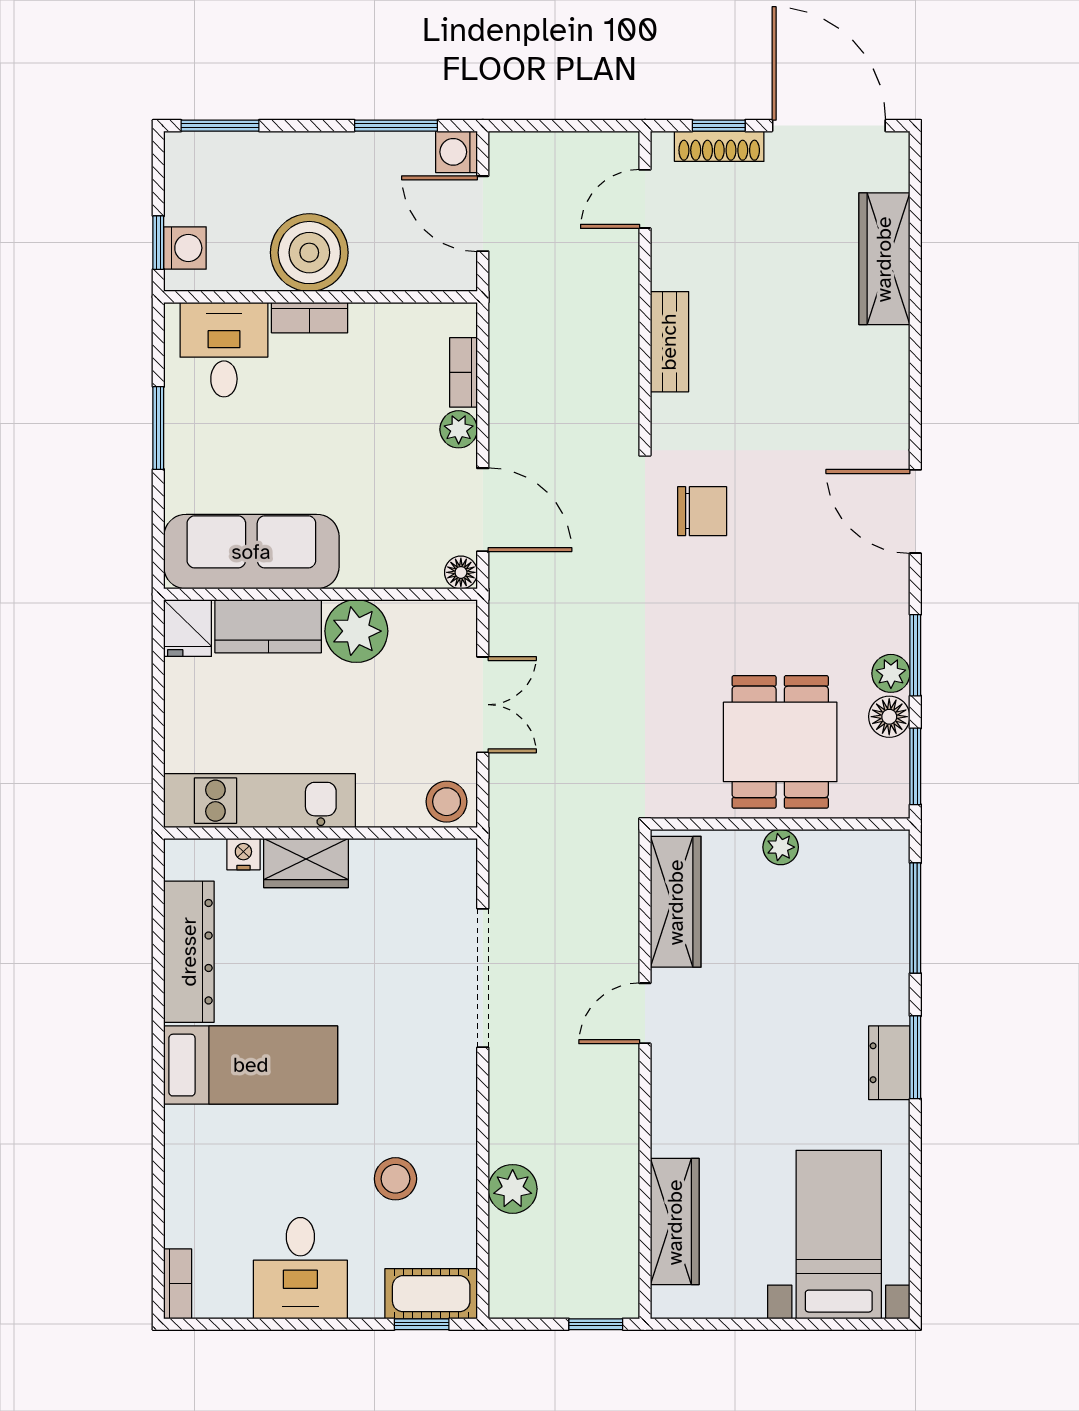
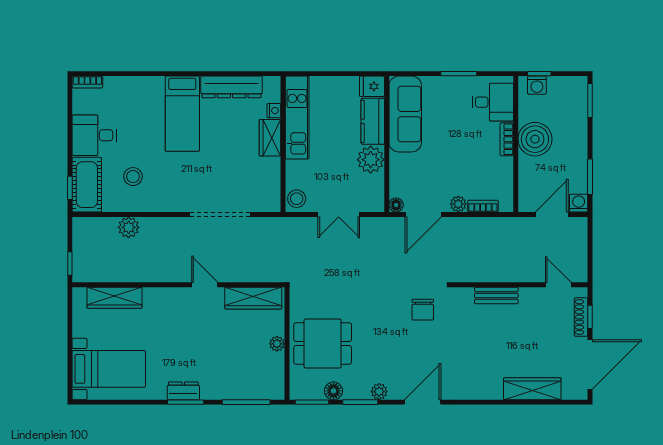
plant: (891, 673) -> (379, 392), moved
cot: (431, 1294) -> (87, 185), width x1.37, depth x1.34

